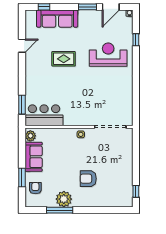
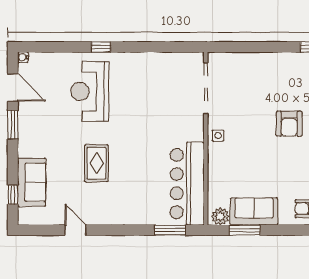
sofa: (57, 19) -> (32, 182), width x0.73
window: (136, 40) -> (101, 47), moved
bar counter: (44, 115) -> (187, 184), width x1.36
window: (22, 177) -> (245, 230), moved

